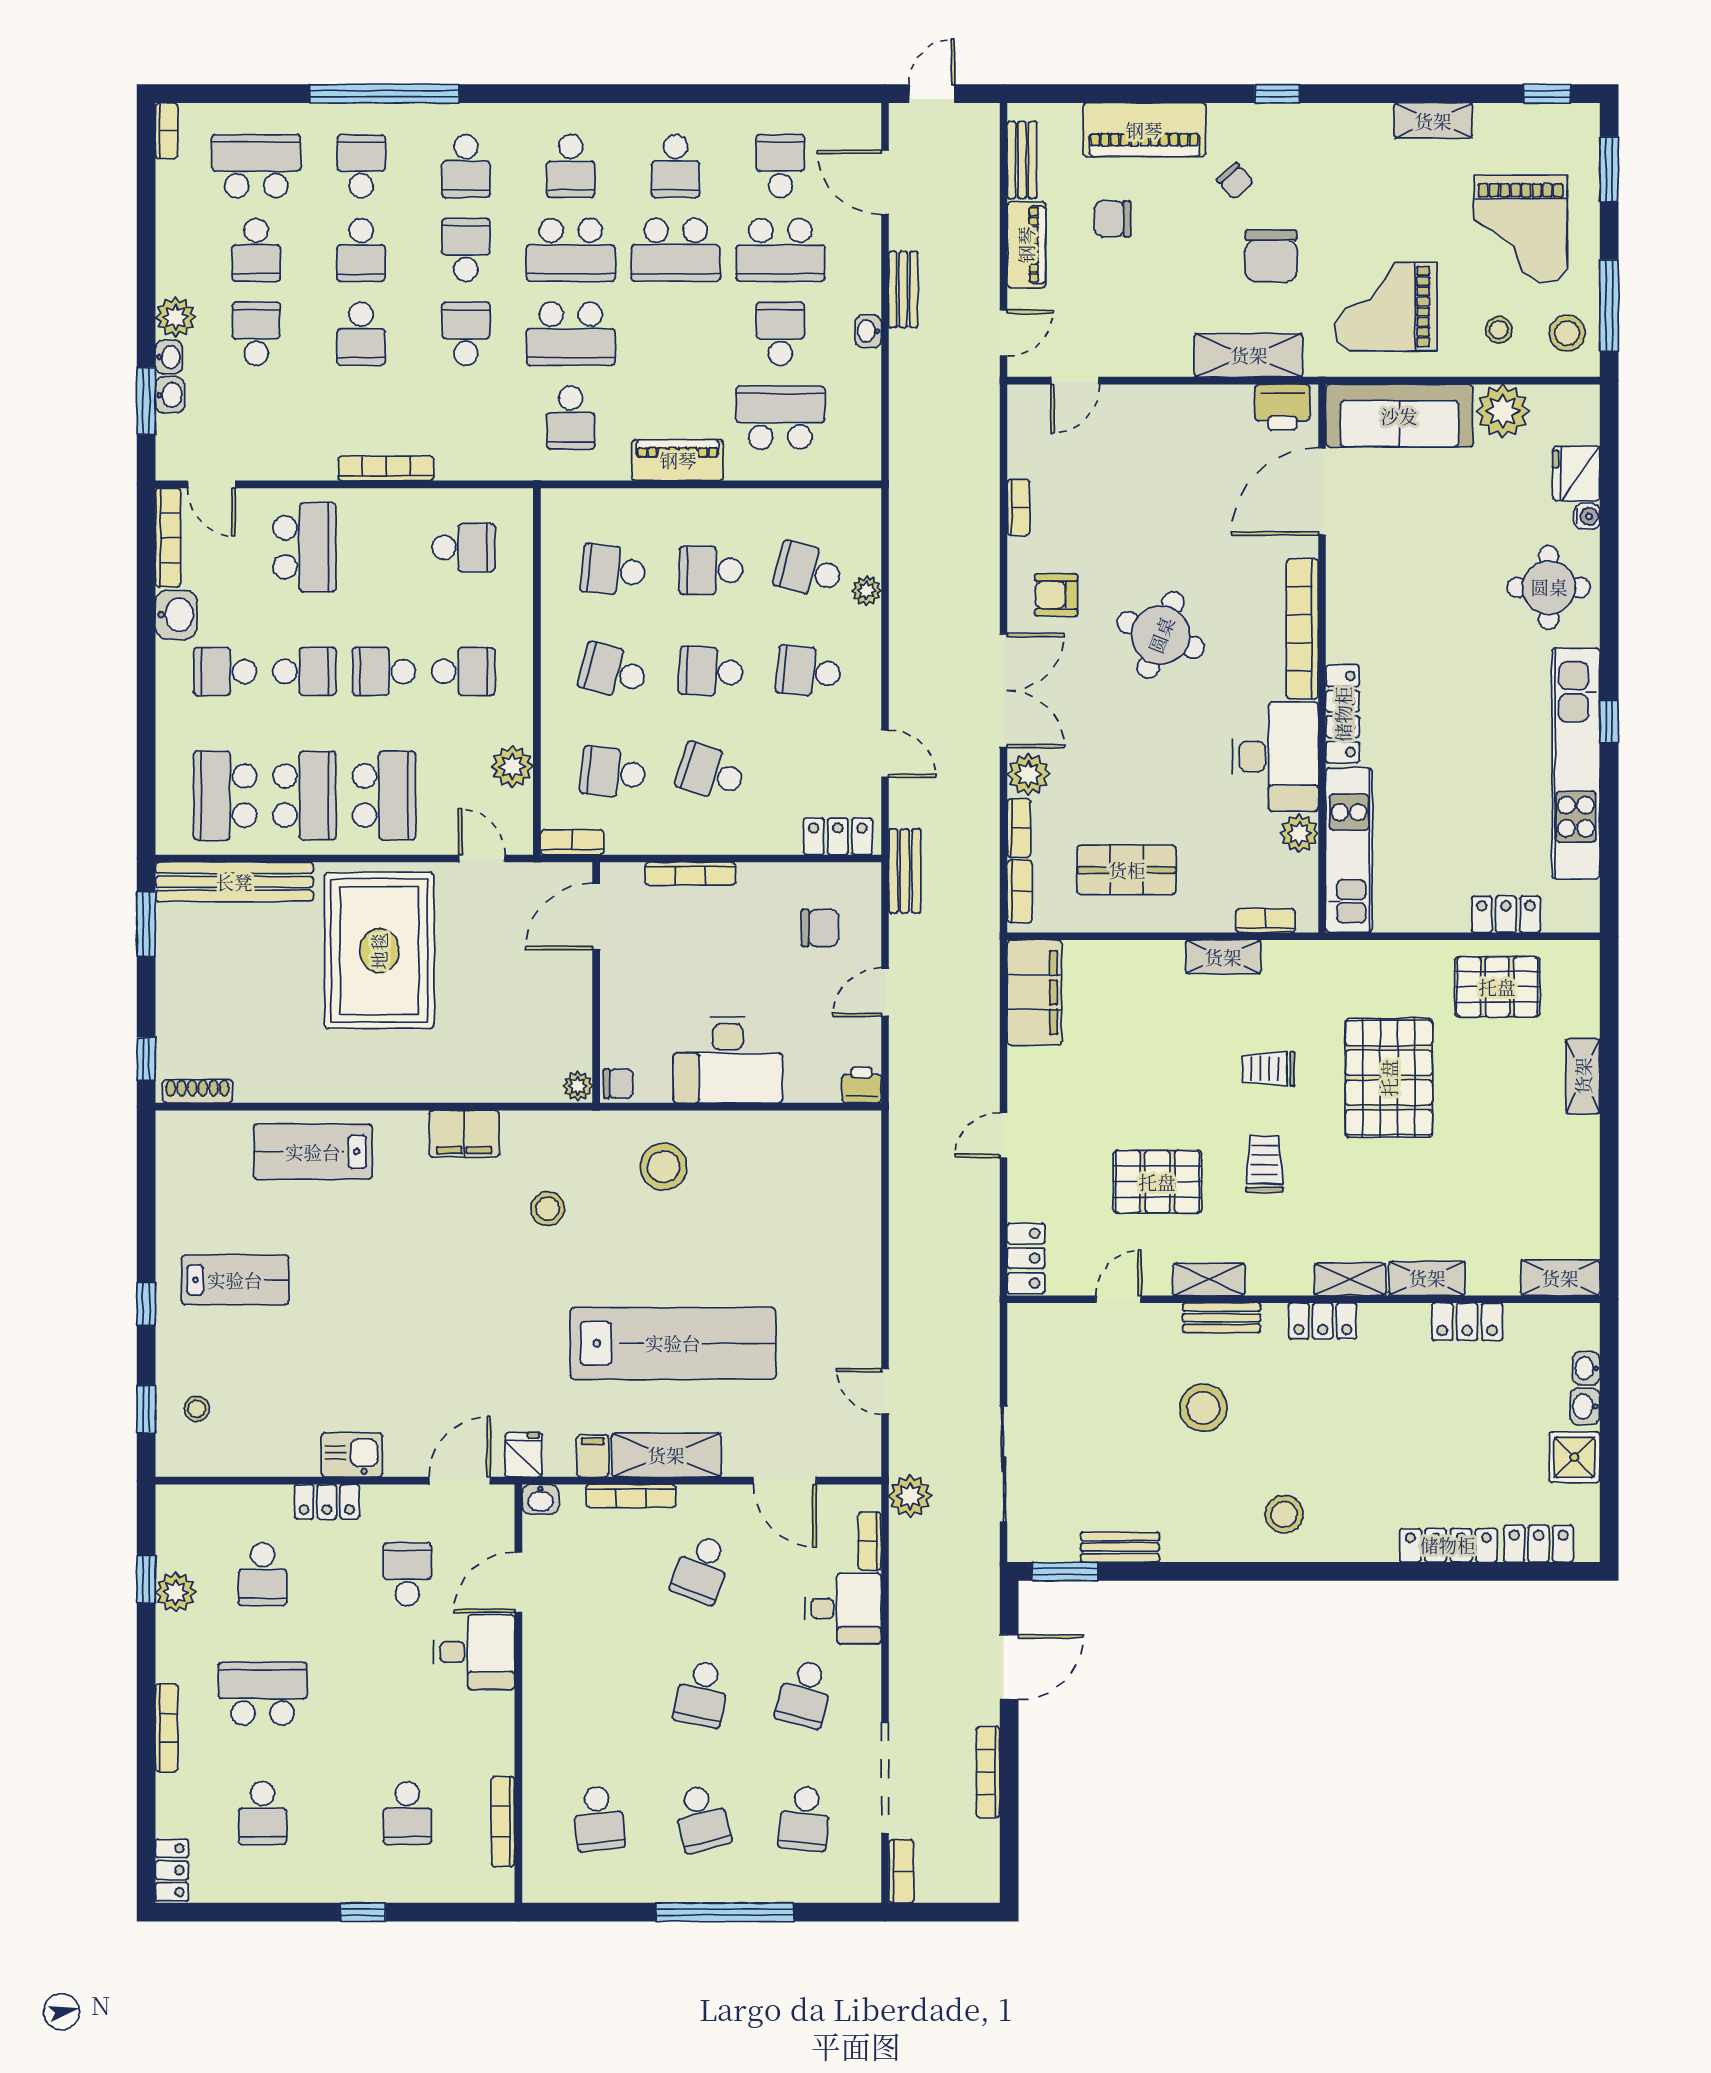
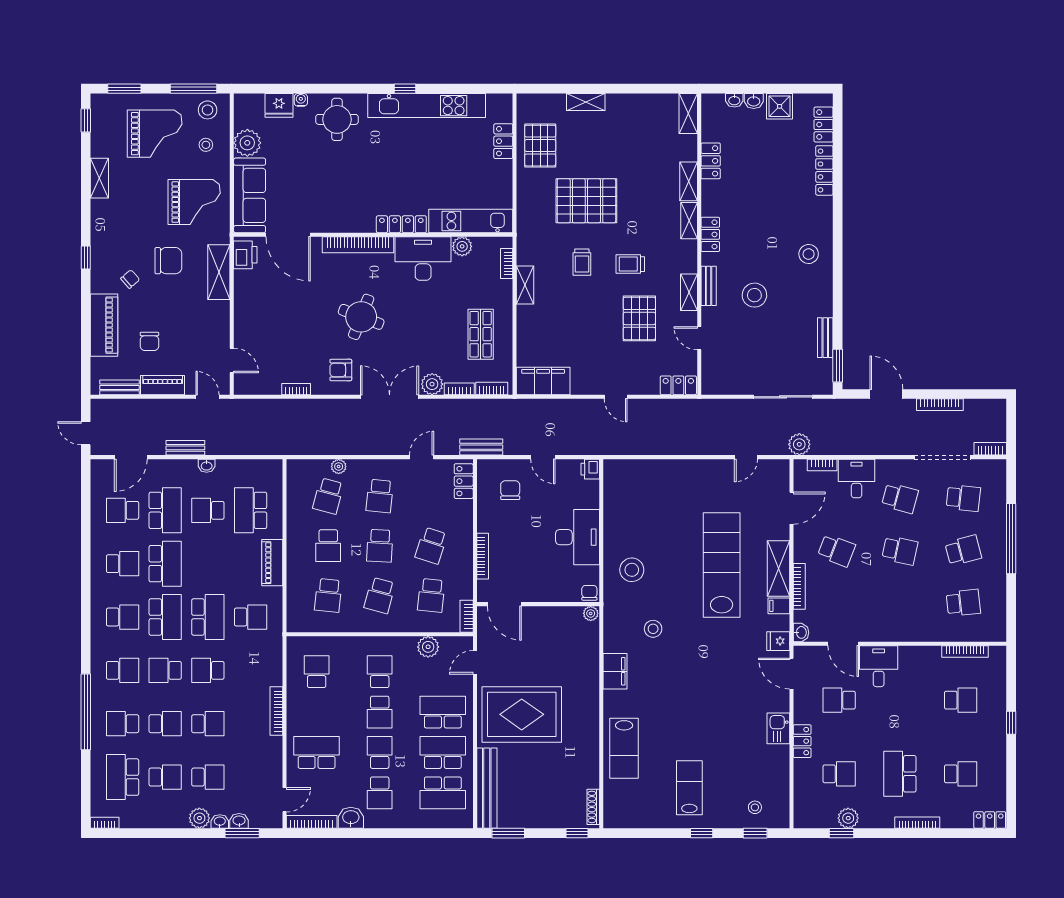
grand piano: (1386, 307) -> (194, 202), turned -90
school desk: (256, 334) -> (208, 777), turned 180
armchair: (1056, 595) -> (341, 370), turned 90

